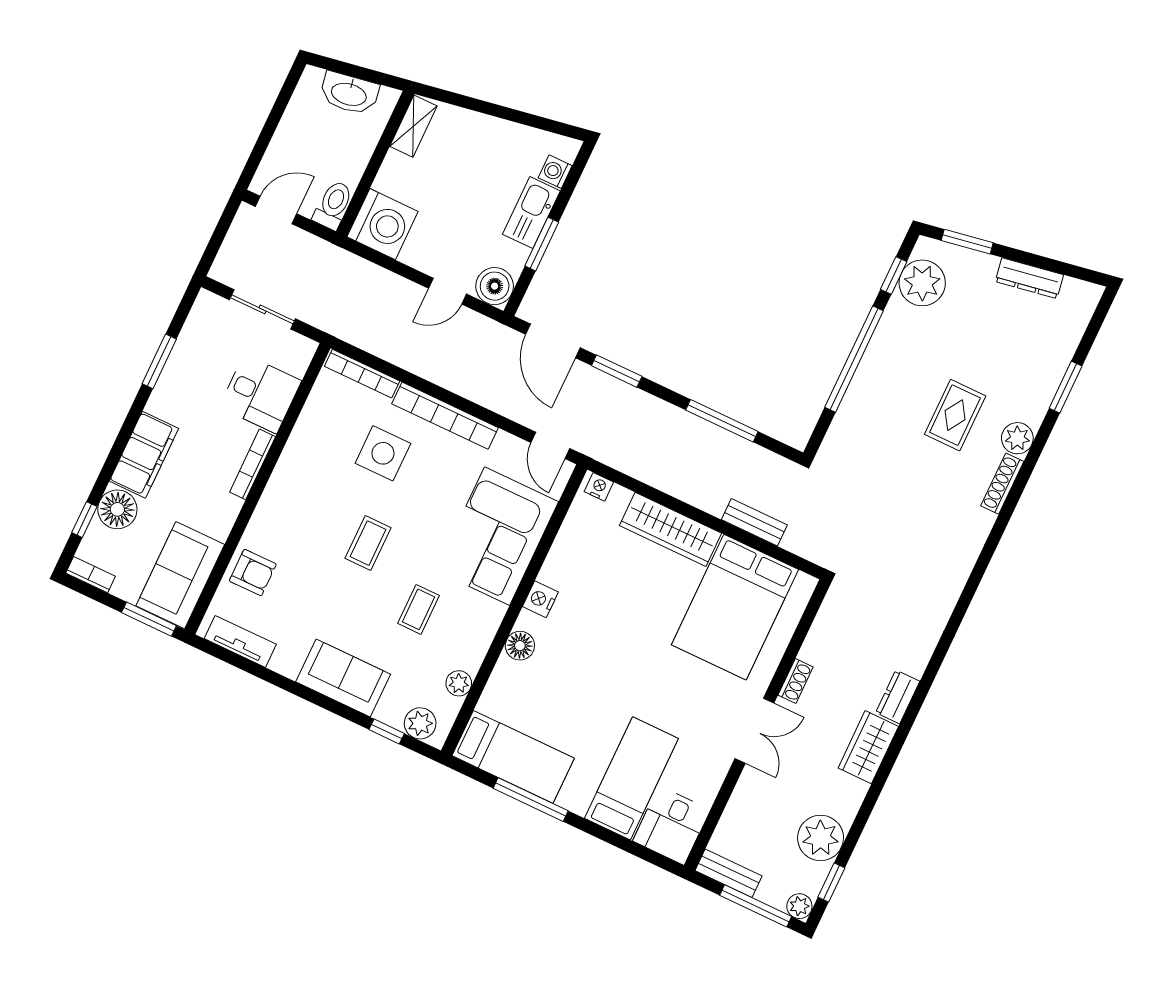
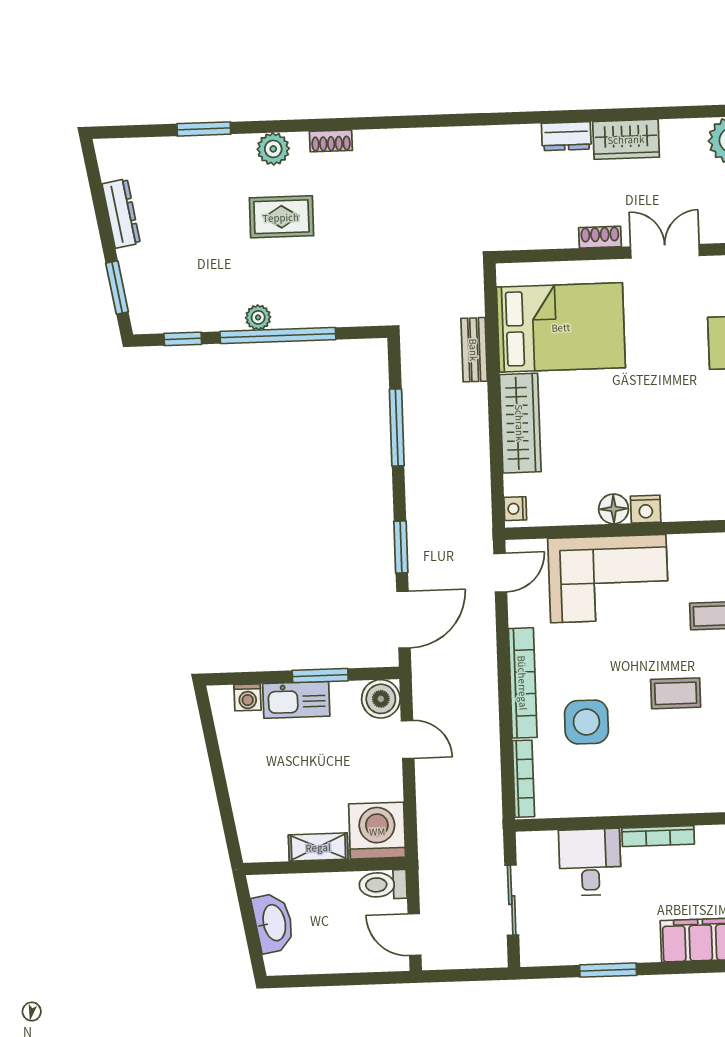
shelving: (413, 126) -> (318, 847), moved
plant: (922, 283) -> (258, 317), moved, width x0.53, depth x0.53
shoe rack: (1002, 484) -> (331, 141), width x0.70
floor lamp: (520, 646) -> (614, 509), moved

